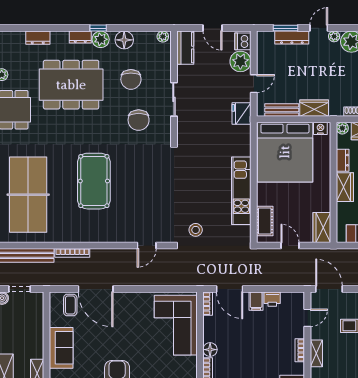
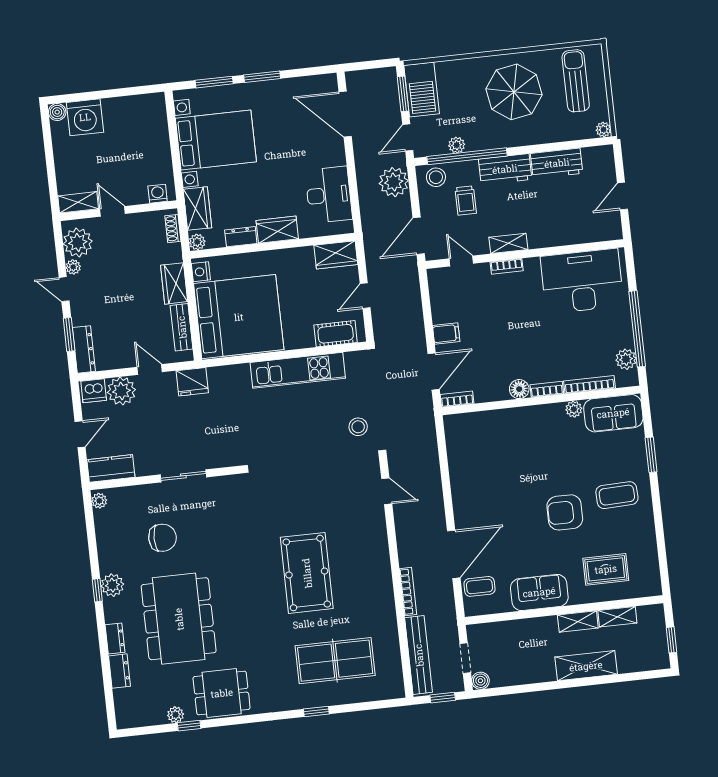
dresser: (80, 37) -> (115, 639), moved
dresser: (292, 38) -> (84, 349), moved
floor lamp: (124, 40) -> (110, 553), removed
chair: (139, 120) -> (217, 521), removed
pool table: (94, 181) -> (307, 573), turned 90
table tennis table: (28, 195) -> (335, 661), width x0.73, depth x0.76
printer: (272, 299) -> (441, 312), removed
corner sofa: (176, 325) -> (491, 440), removed

